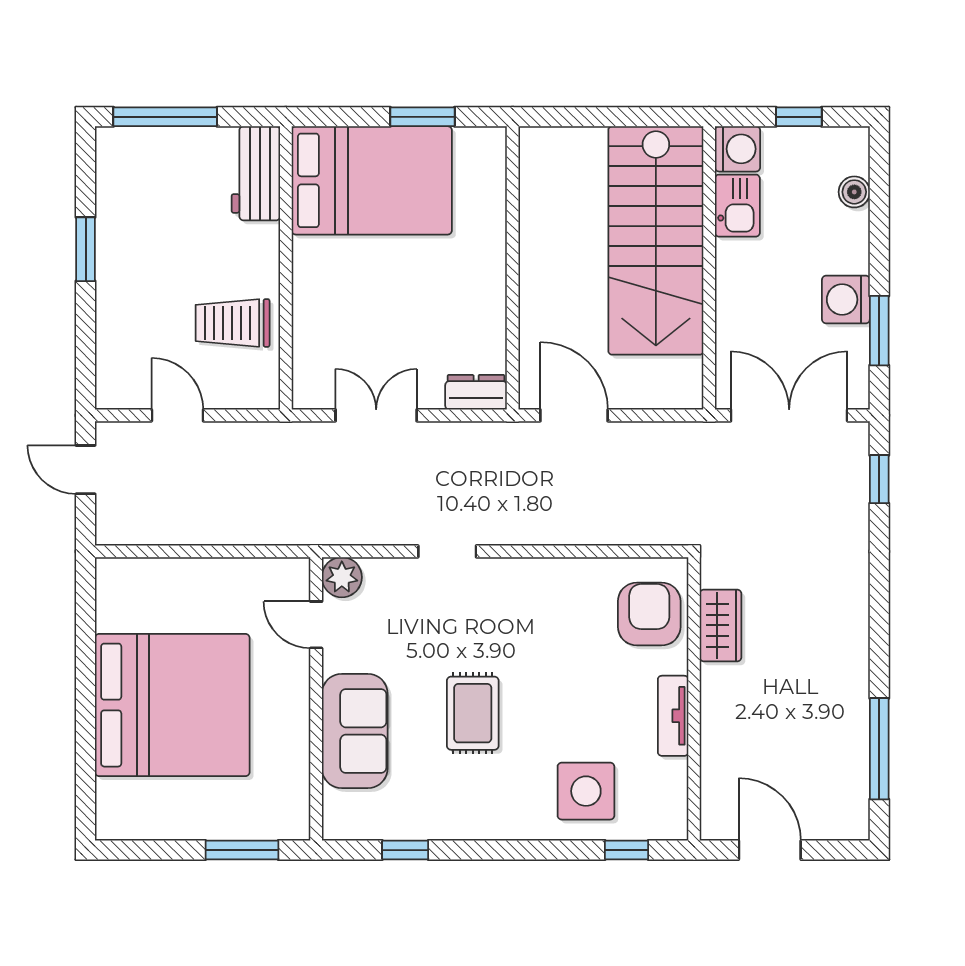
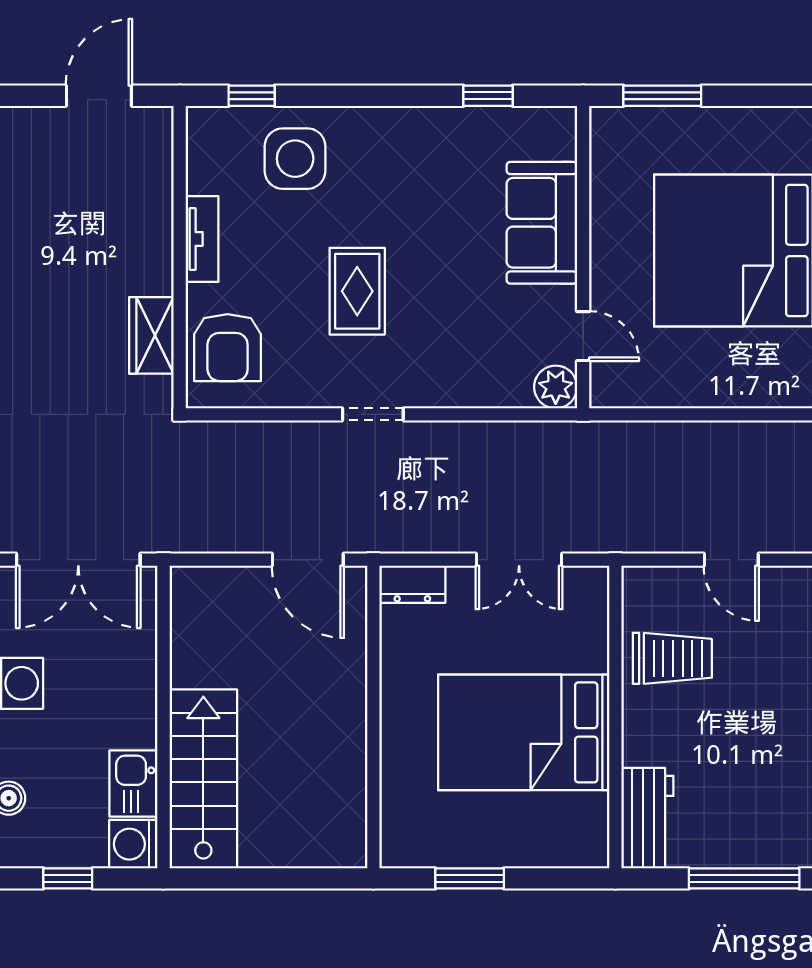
bed: (372, 180) -> (524, 732), moved
stairs: (656, 240) -> (203, 779), width x0.73, depth x0.66
doorway: (447, 551) -> (373, 414), moved
rug: (473, 713) -> (357, 291), moved
door: (770, 850) -> (99, 96), swing flipped

